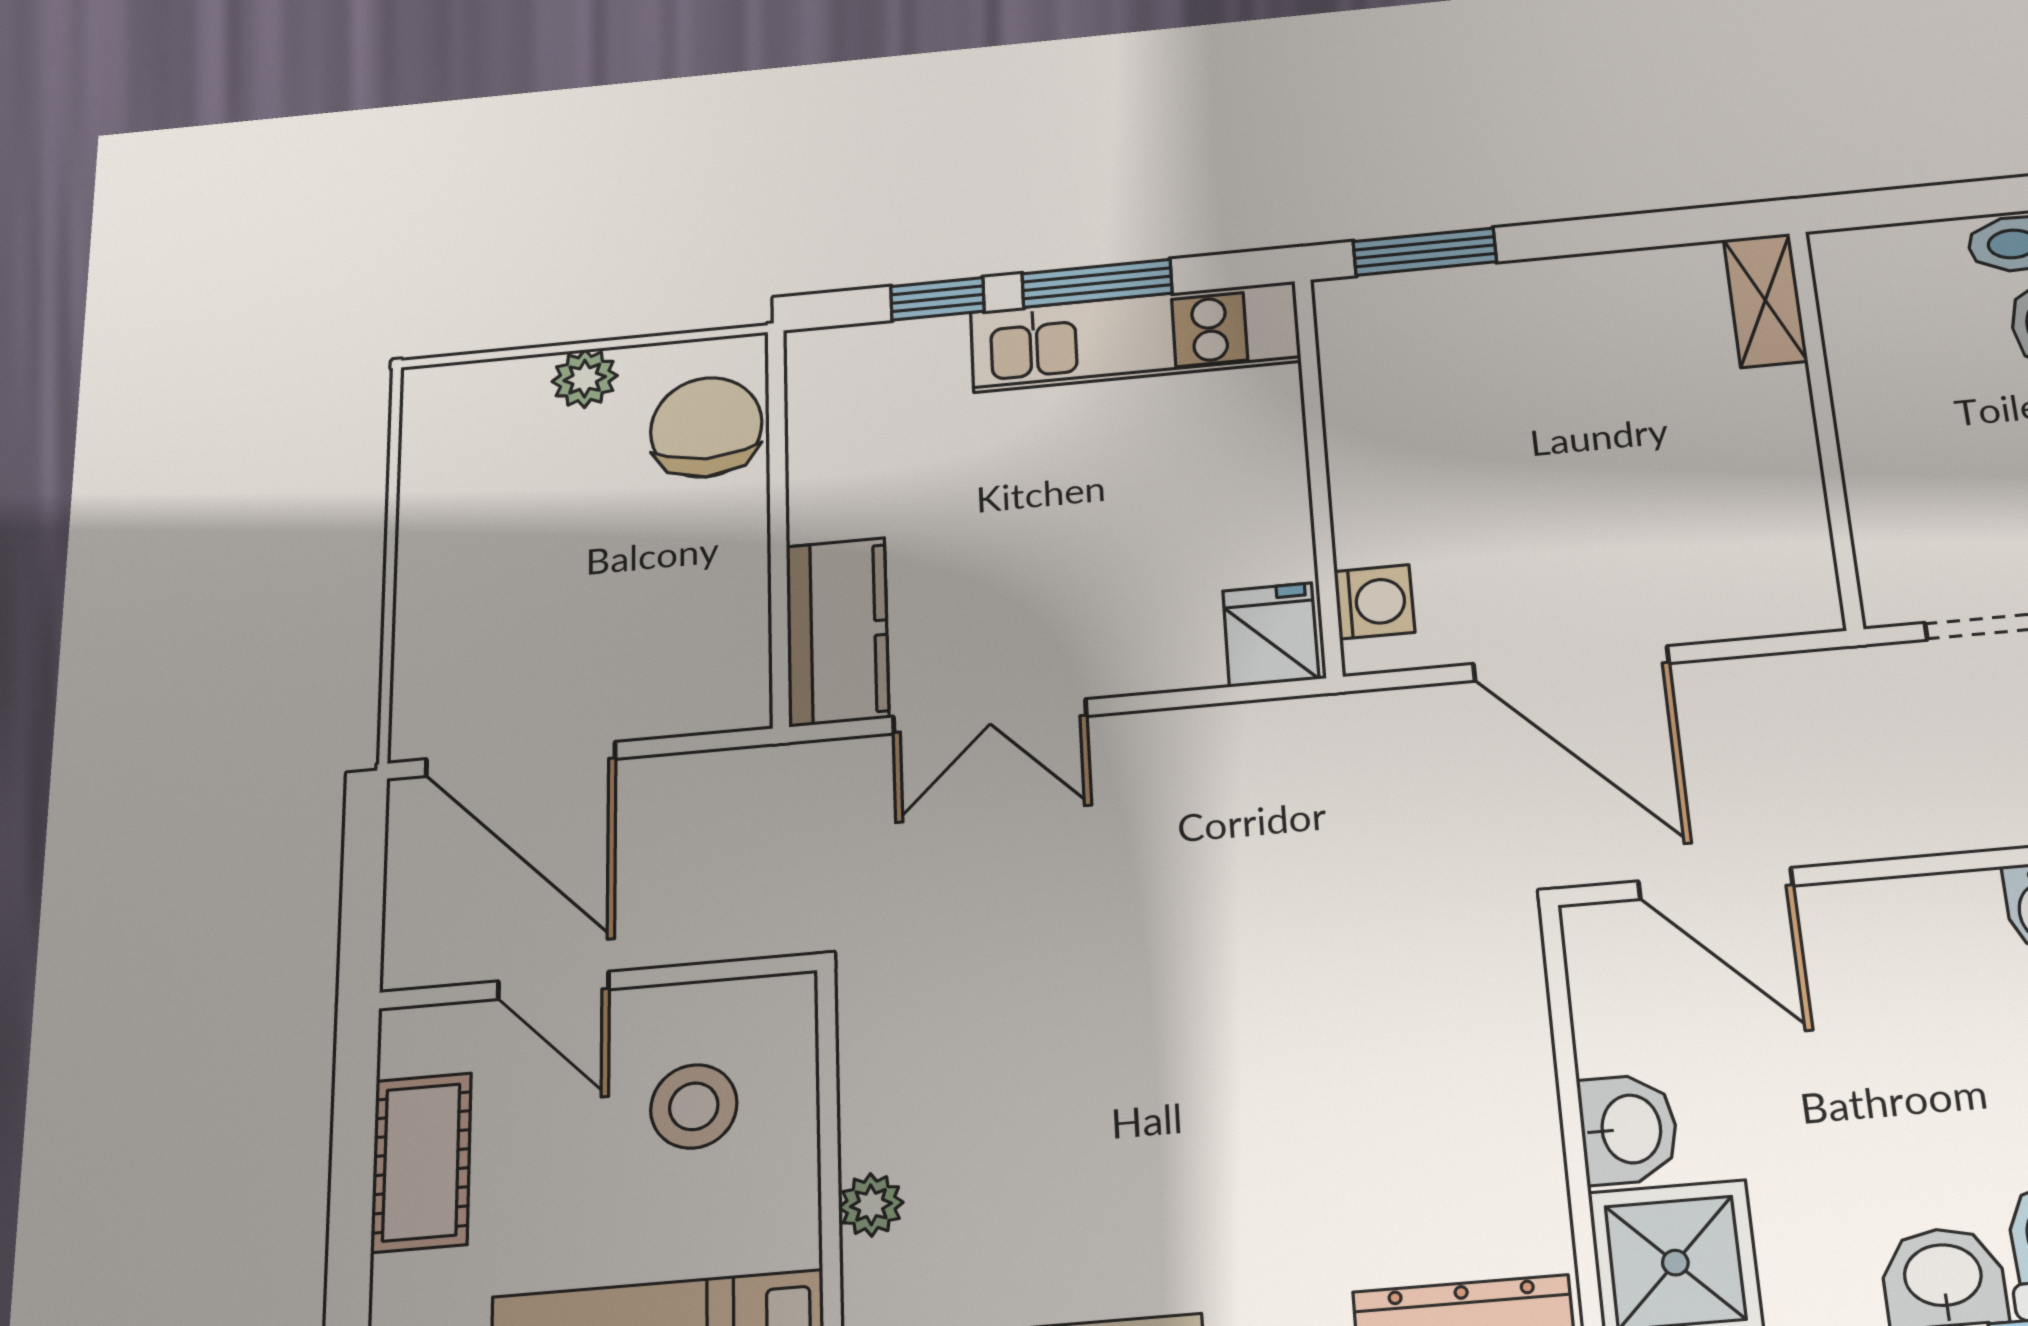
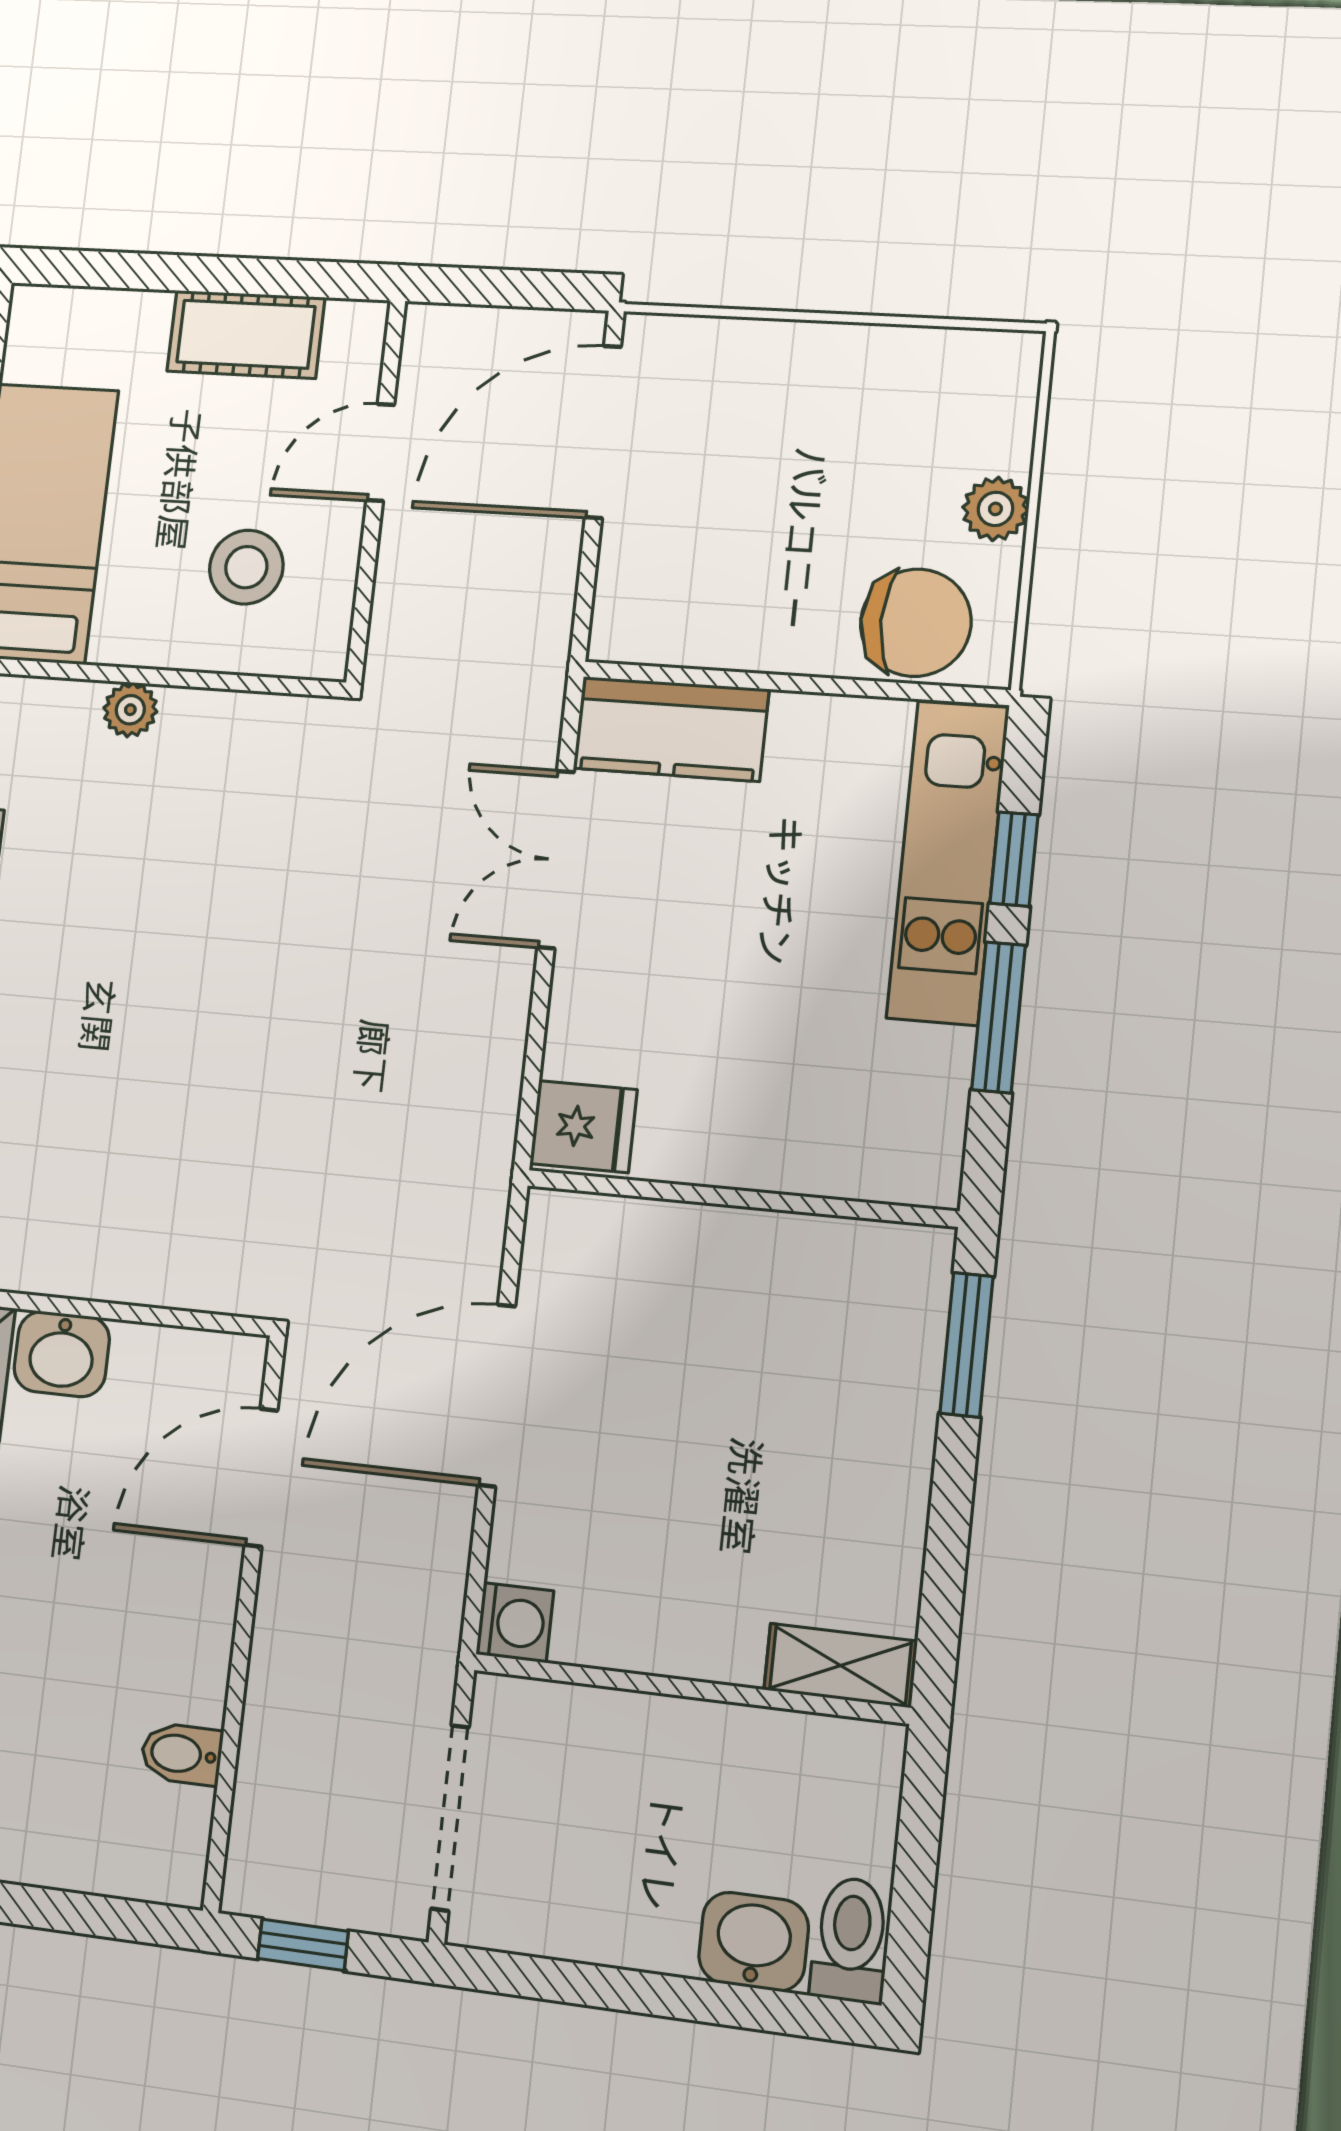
kitchen unit: (1135, 337) -> (948, 862), moved
washing machine: (1374, 602) -> (515, 1623), moved, turned -90

